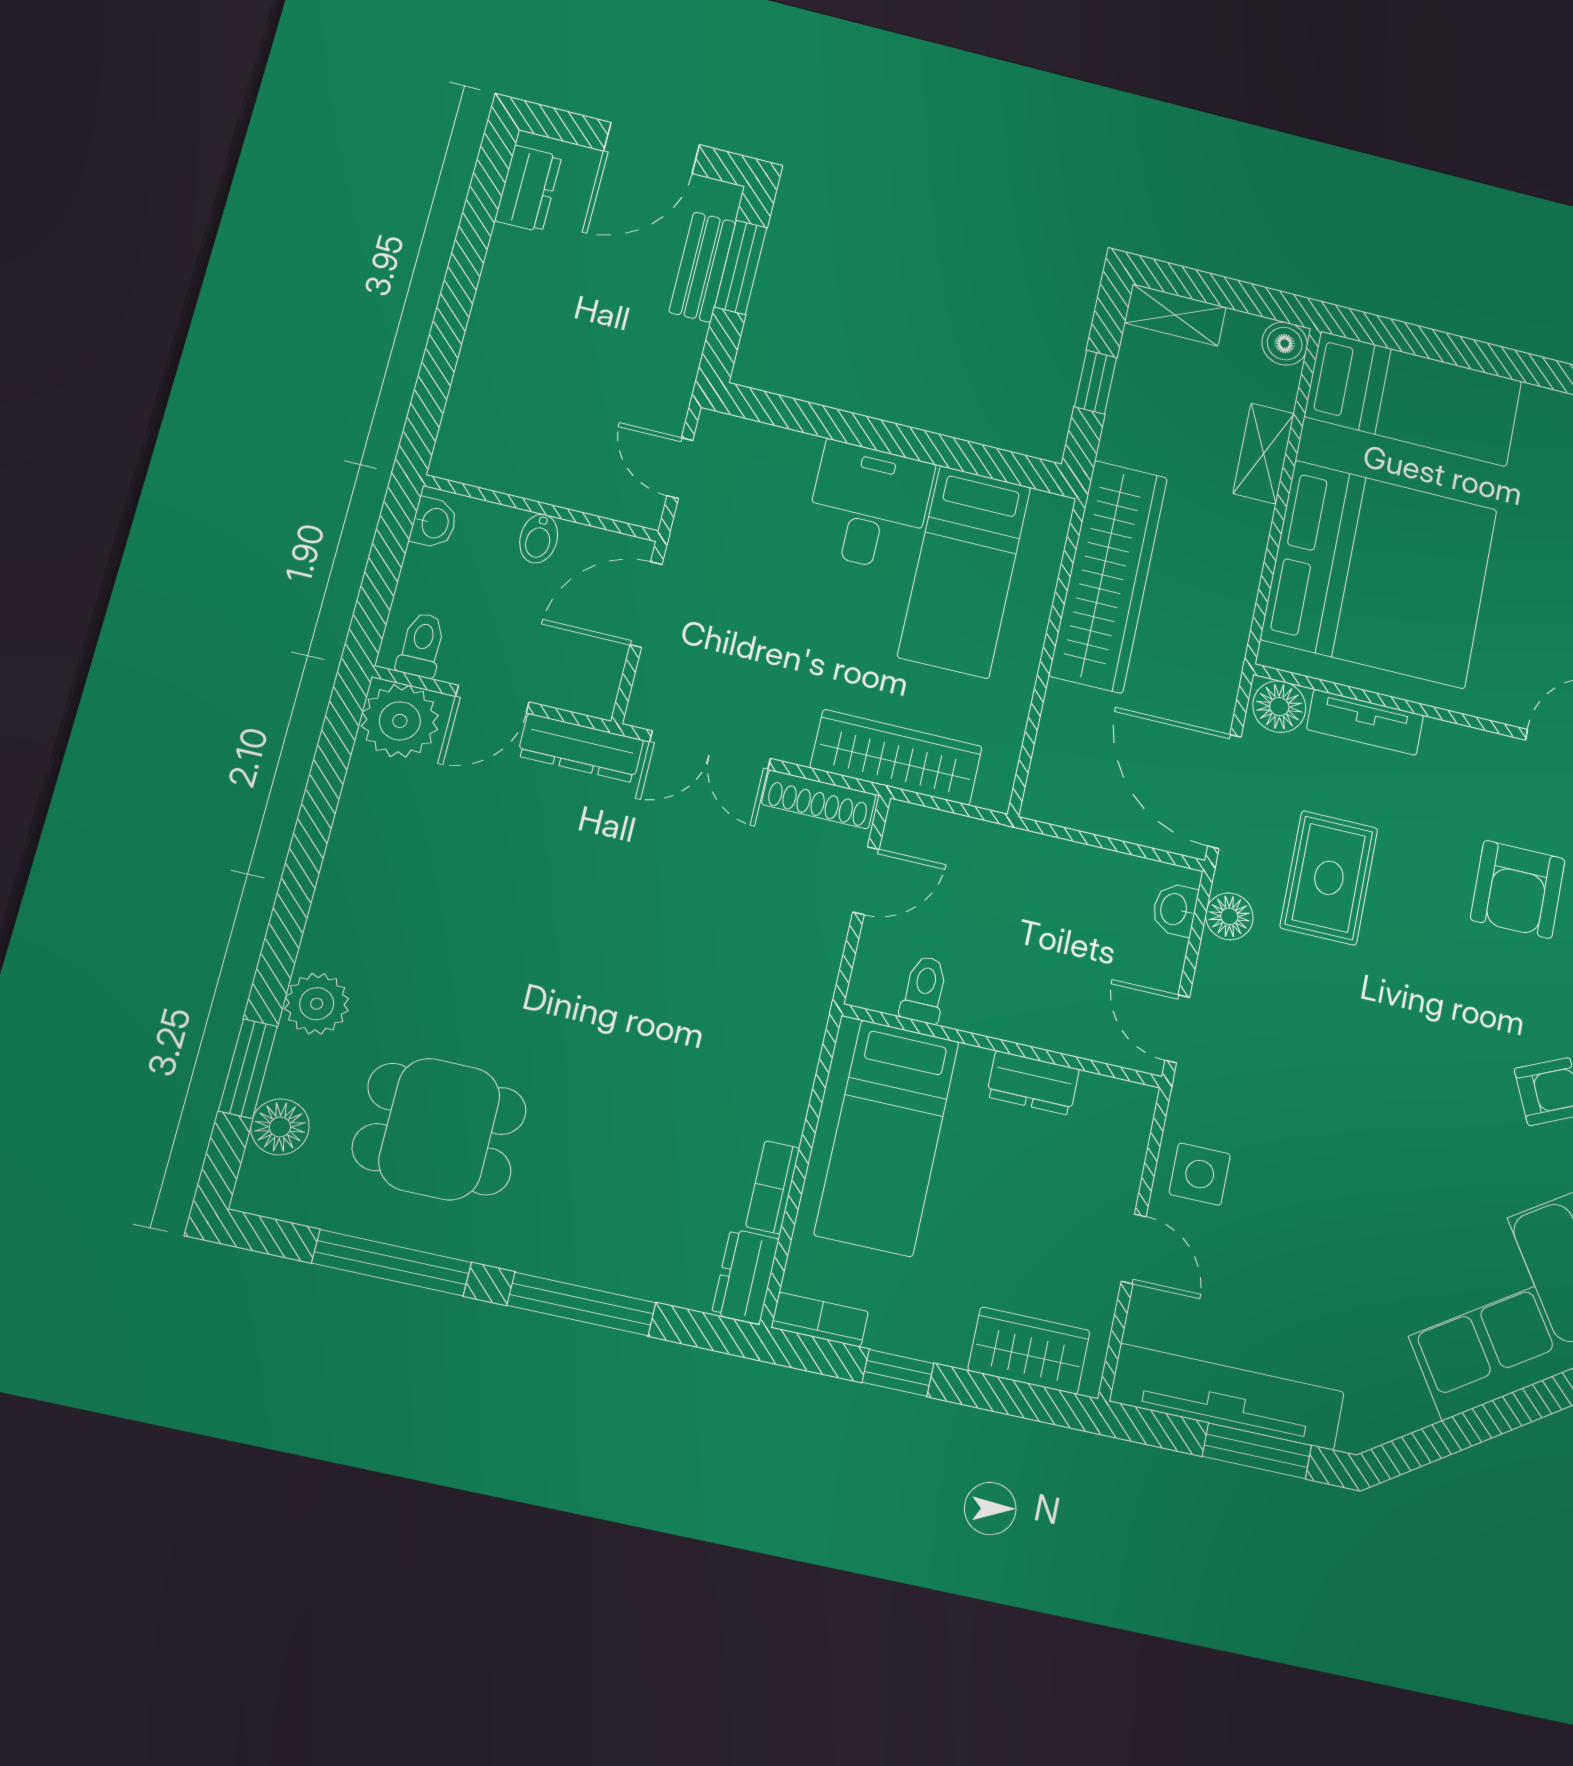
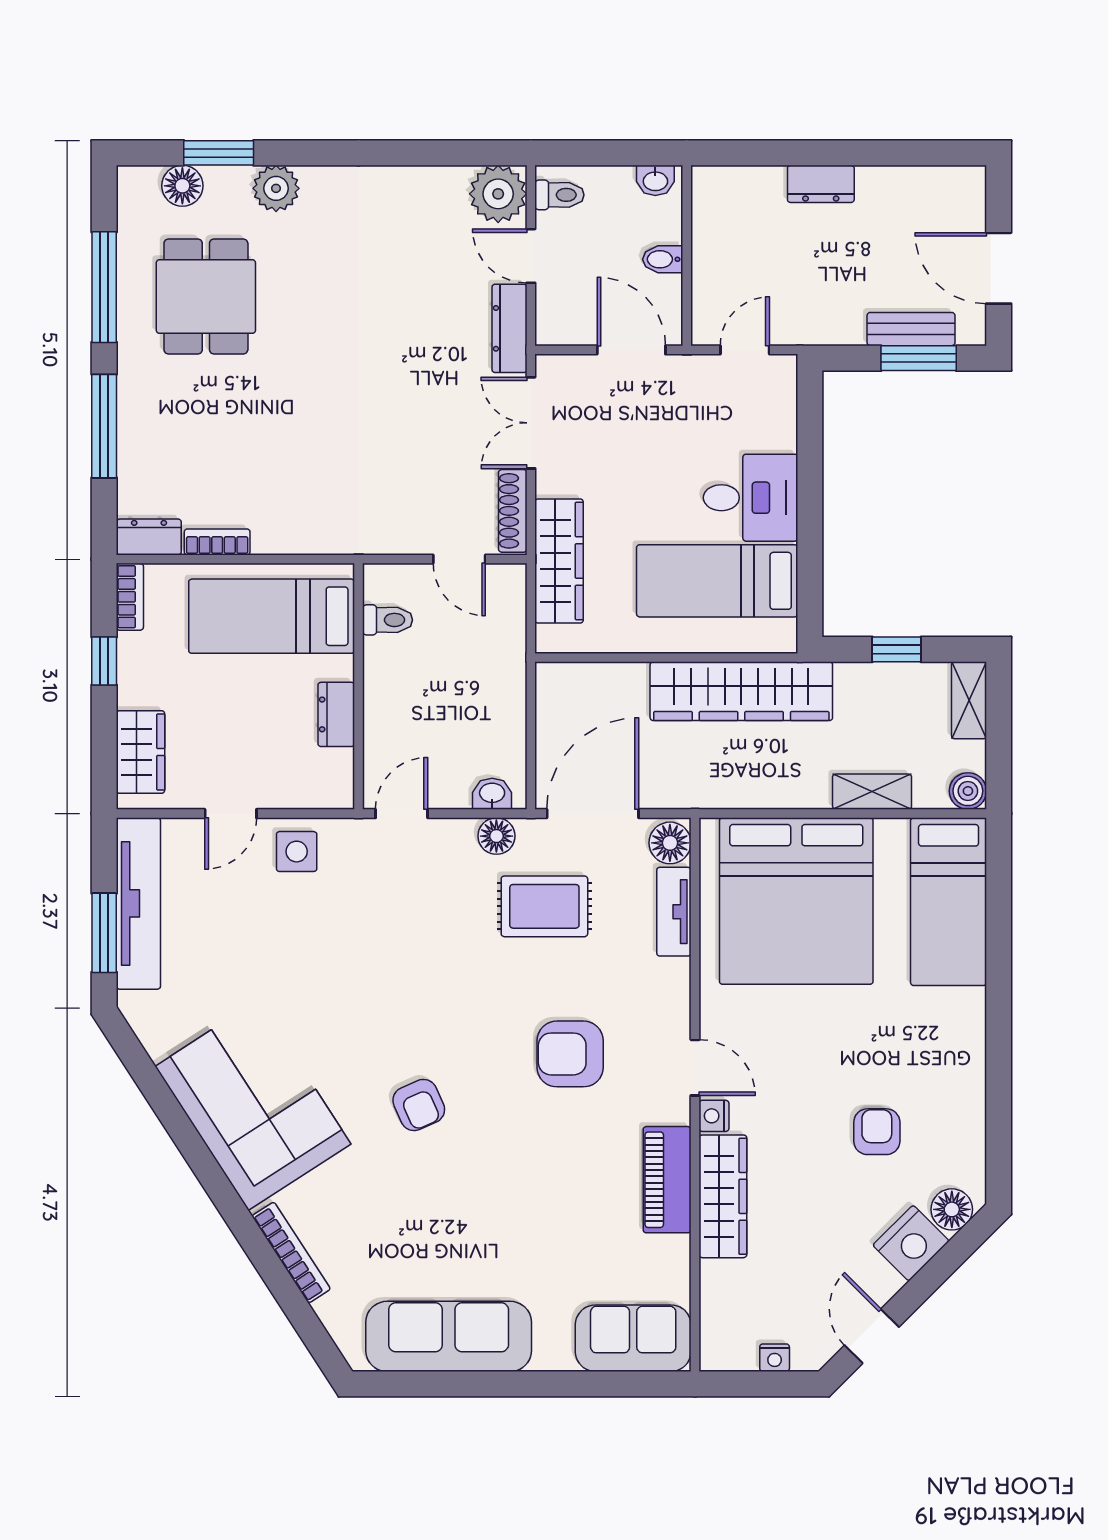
dresser: (528, 189) -> (821, 184), moved

